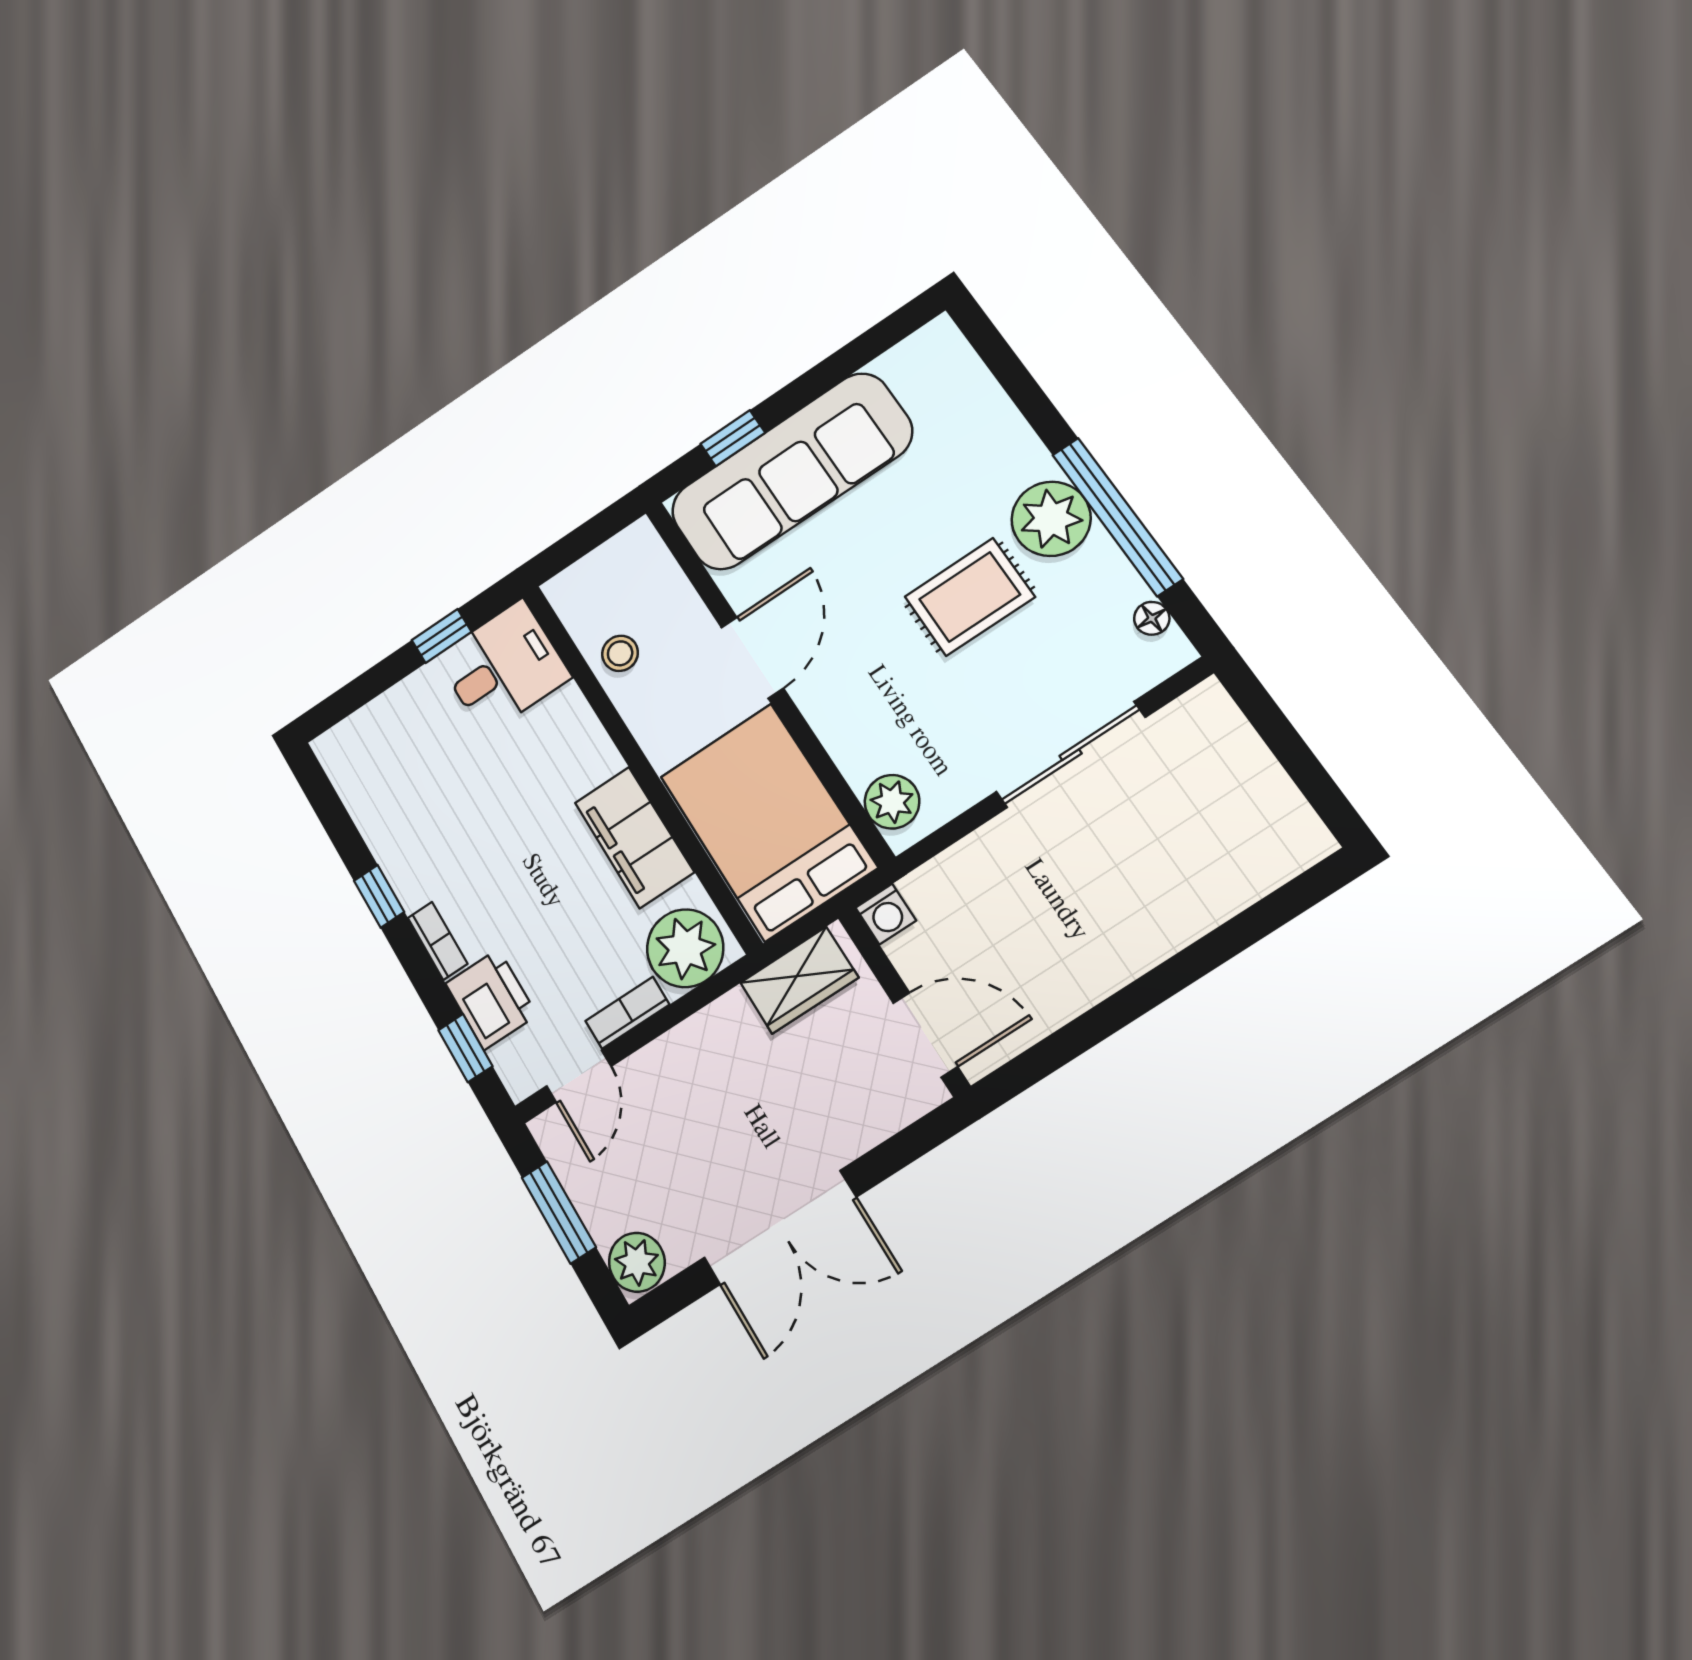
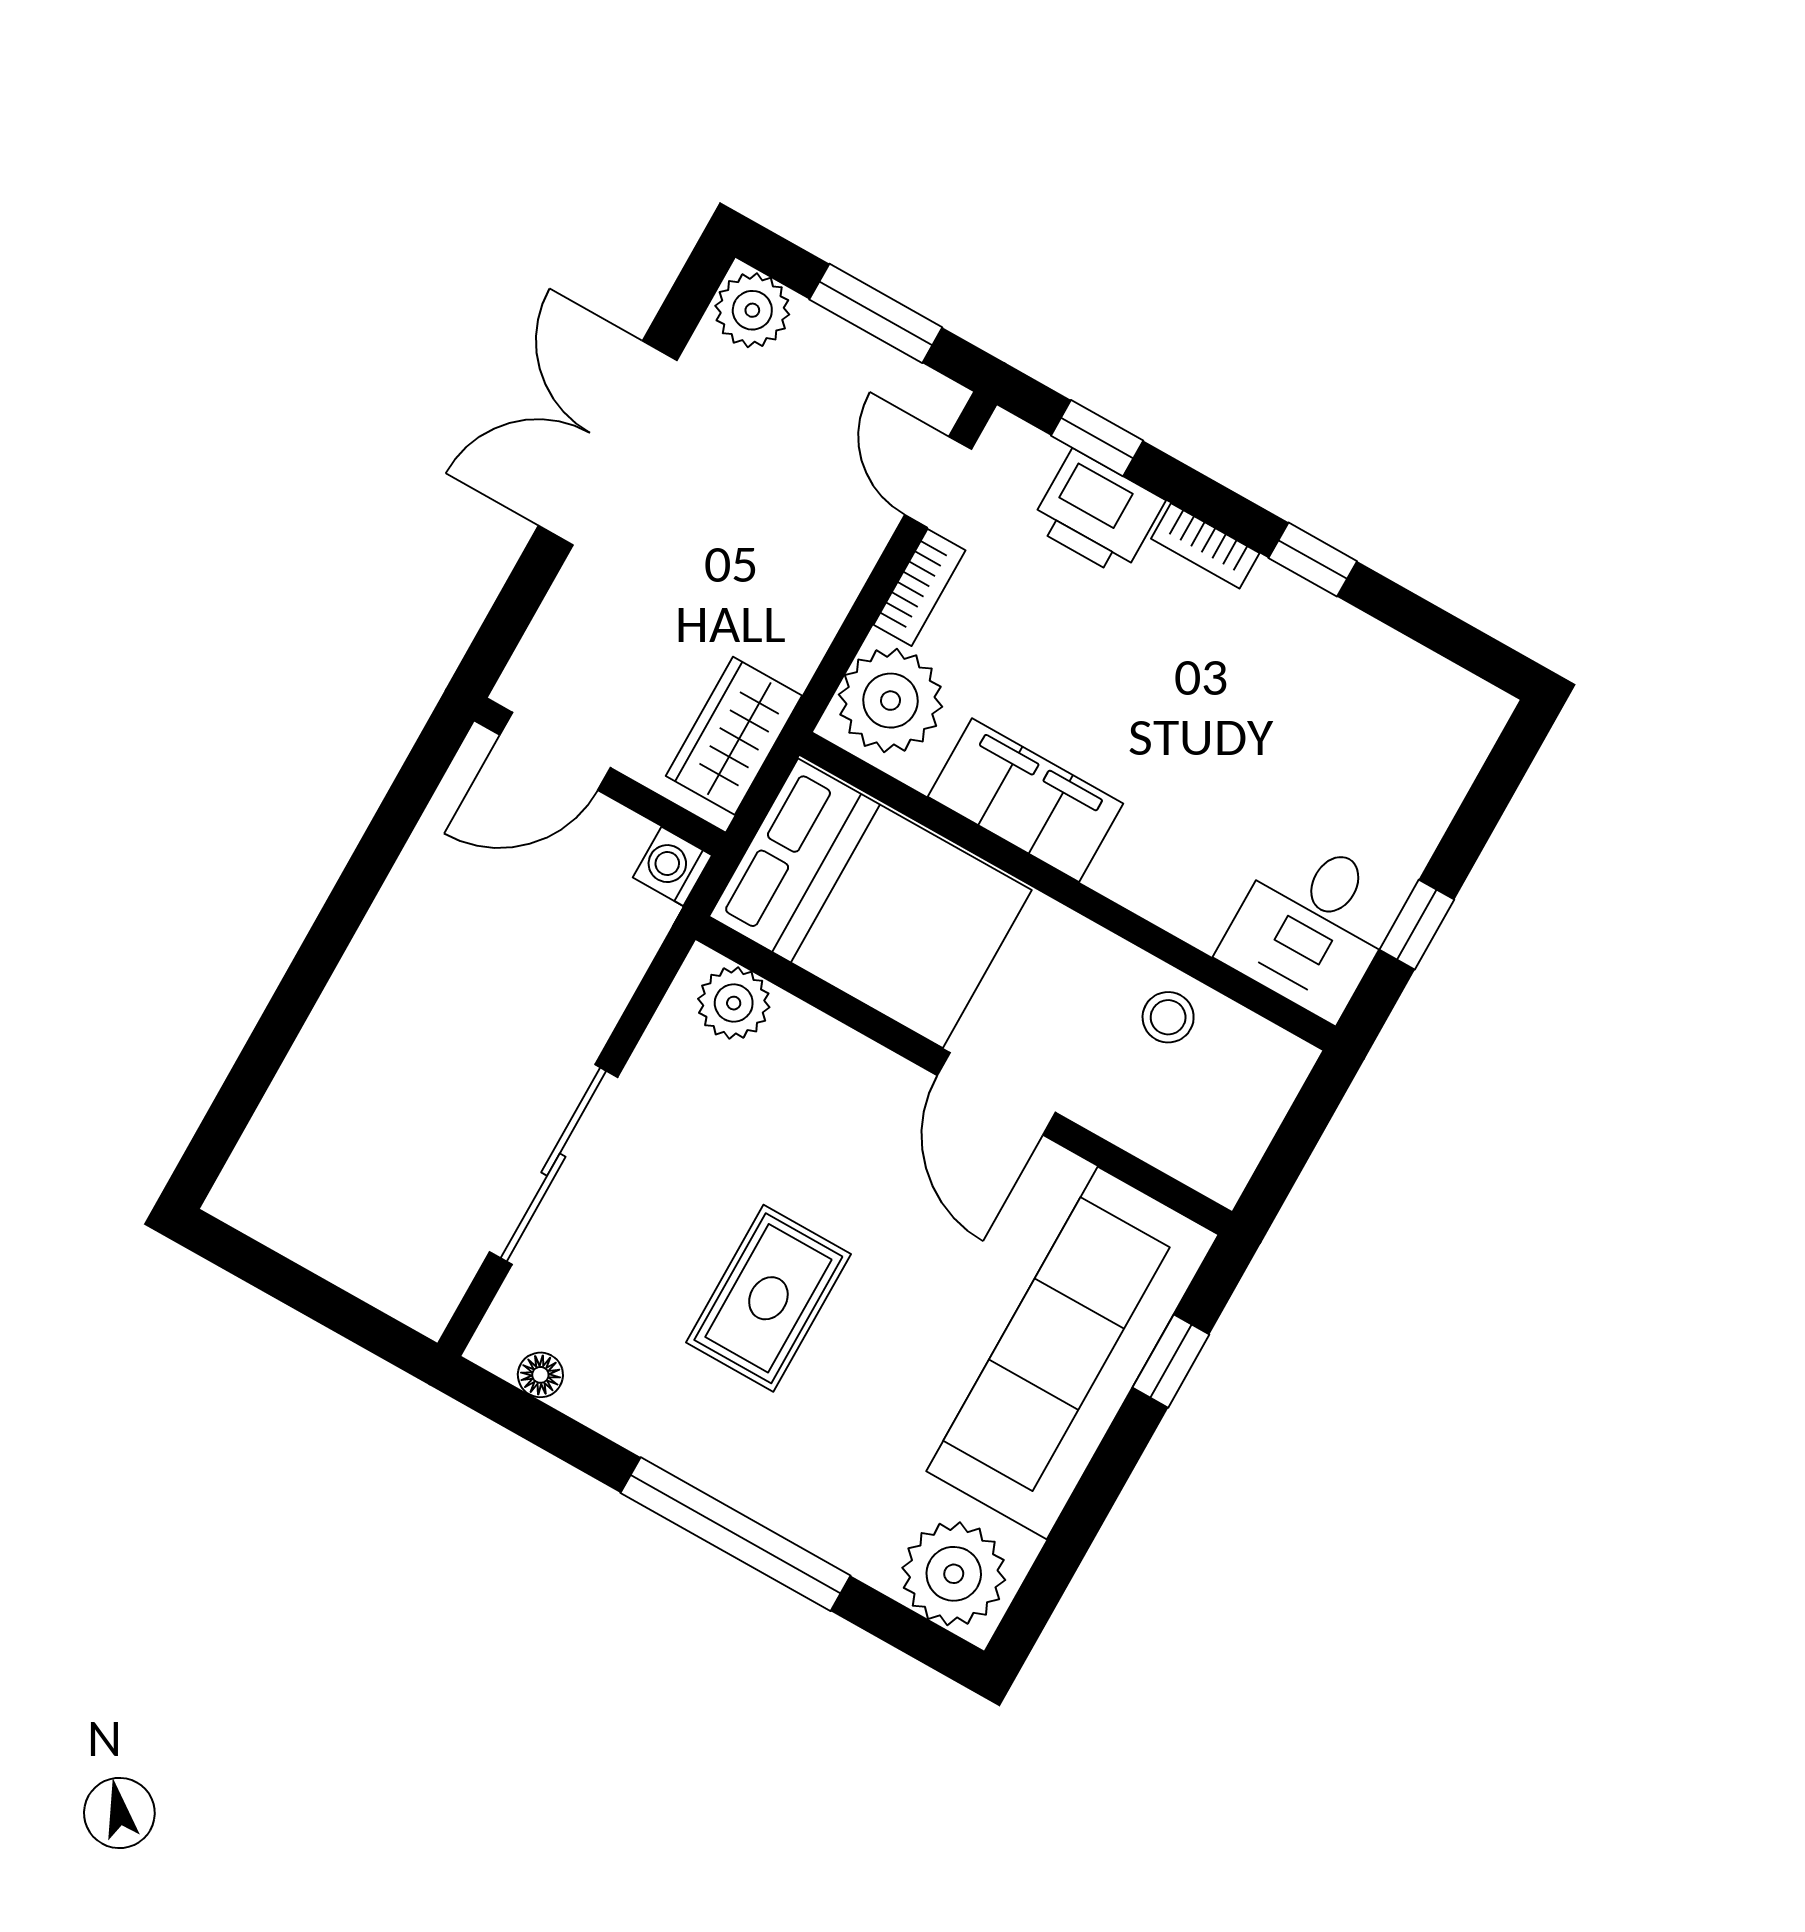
window: (1117, 516) -> (736, 1534), moved
plant: (1051, 519) -> (954, 1574), moved

